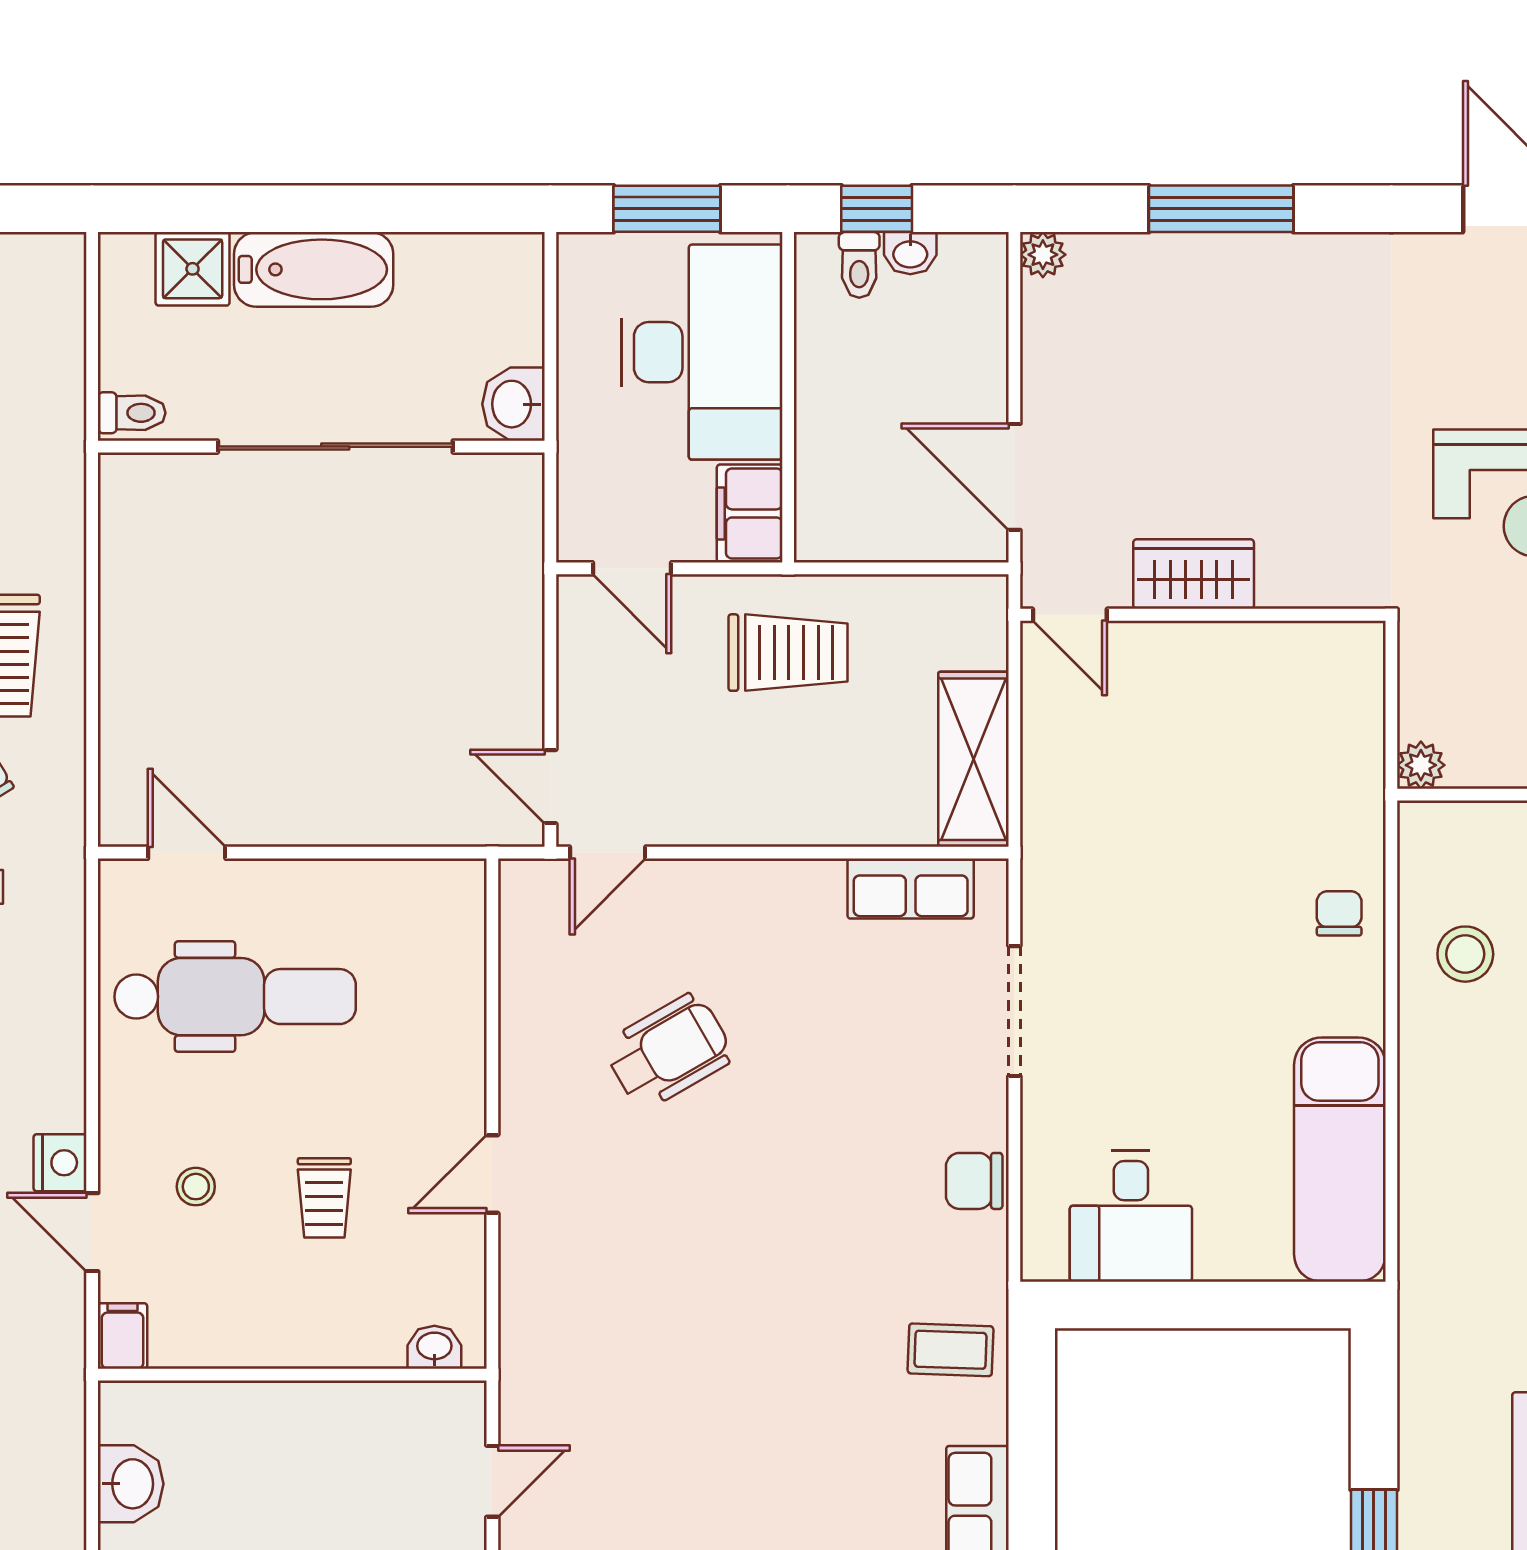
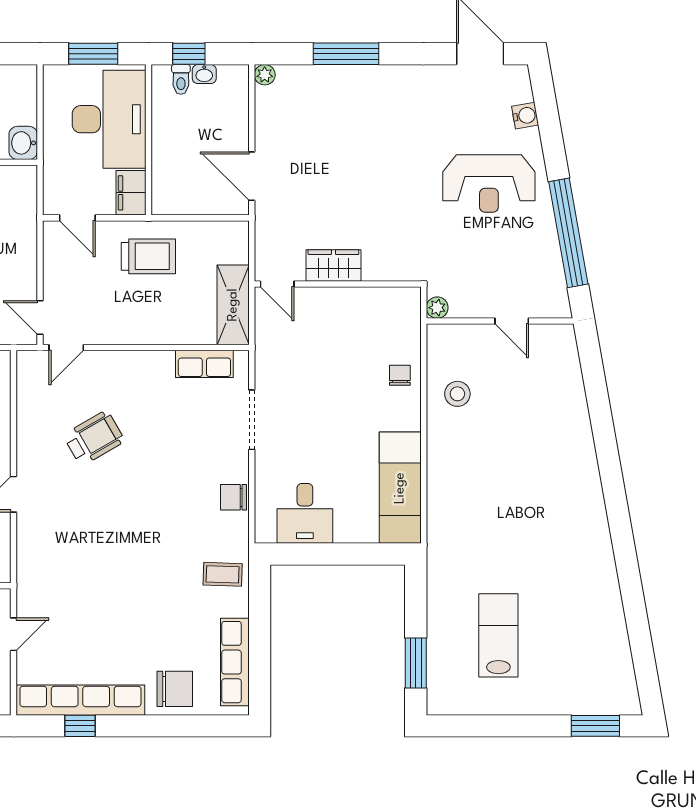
wardrobe: (1194, 574) -> (333, 265), moved
door: (1070, 615) -> (277, 284), moved
wall: (1203, 615) -> (338, 284), moved

